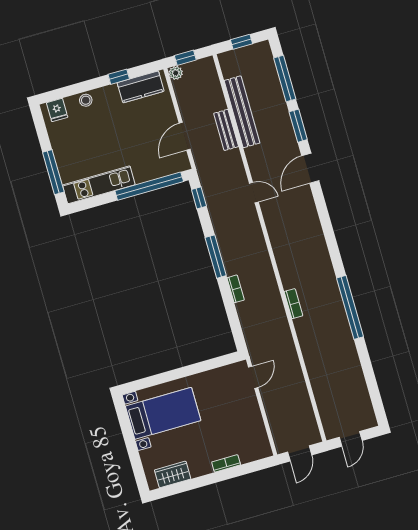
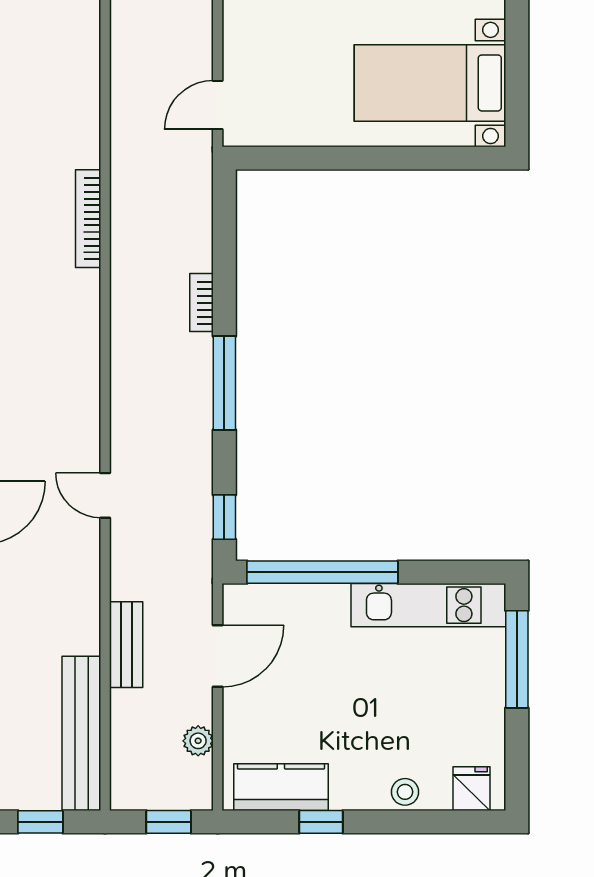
plant: (176, 73) -> (198, 741), moved
bench: (242, 112) -> (81, 733), moved
bookcase: (293, 304) -> (88, 219), width x1.56

